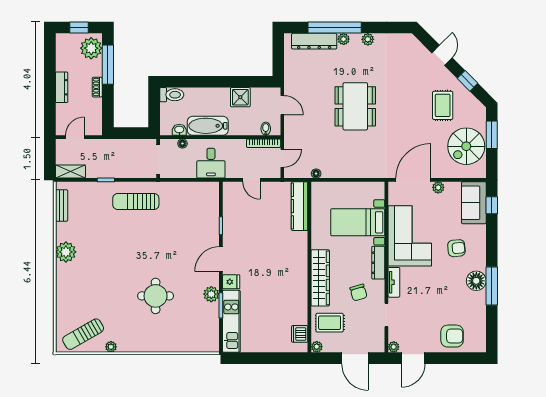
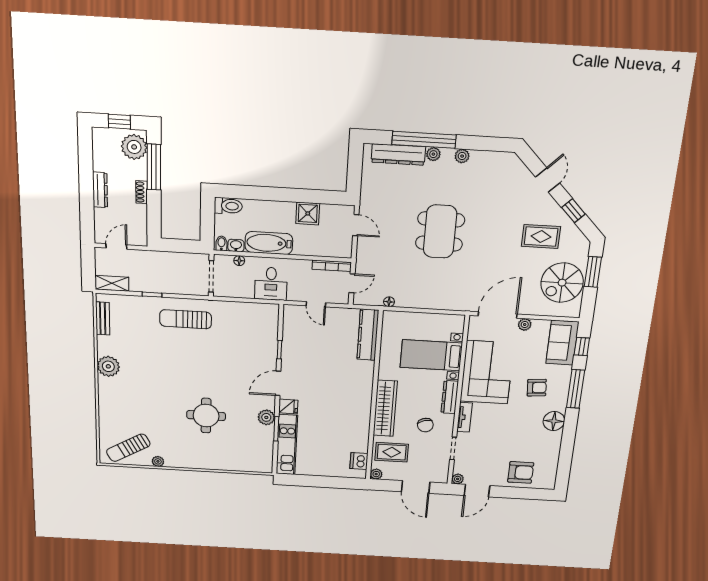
rug: (443, 105) -> (541, 236), turned 90
bidet: (266, 129) -> (221, 243), moved
window: (492, 286) -> (576, 389), moved

